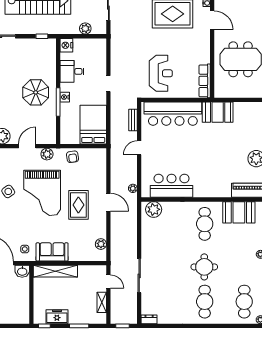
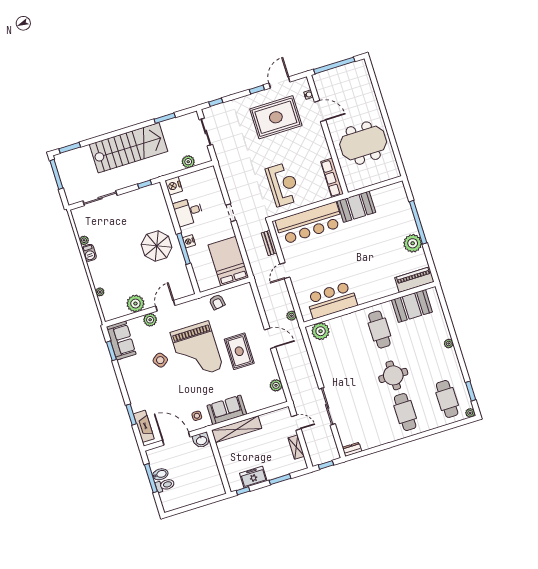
plant: (47, 154) -> (150, 320), moved

